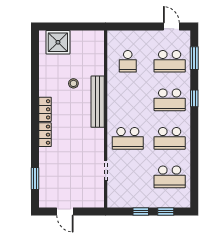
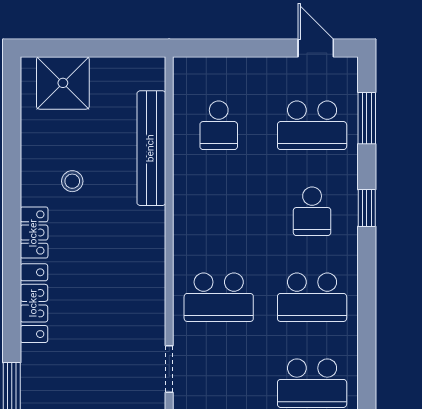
stool: (73, 83) -> (72, 181), moved
school desk: (170, 100) -> (312, 211), width x0.54
bench: (98, 102) -> (151, 148), moved
locker: (45, 135) -> (34, 303), width x1.53

